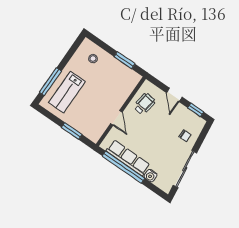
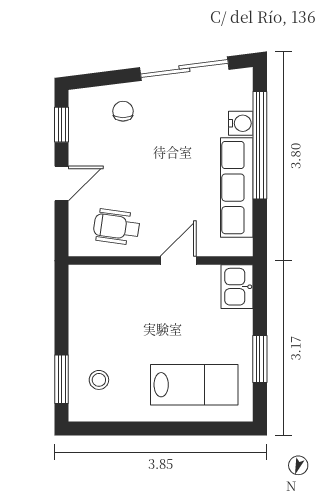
window: (124, 60) -> (62, 379), moved
window: (50, 82) -> (196, 429), removed
window: (72, 131) -> (260, 359), moved
kitchen sink: (92, 133) -> (237, 287), added
window: (124, 167) -> (260, 145), moved

